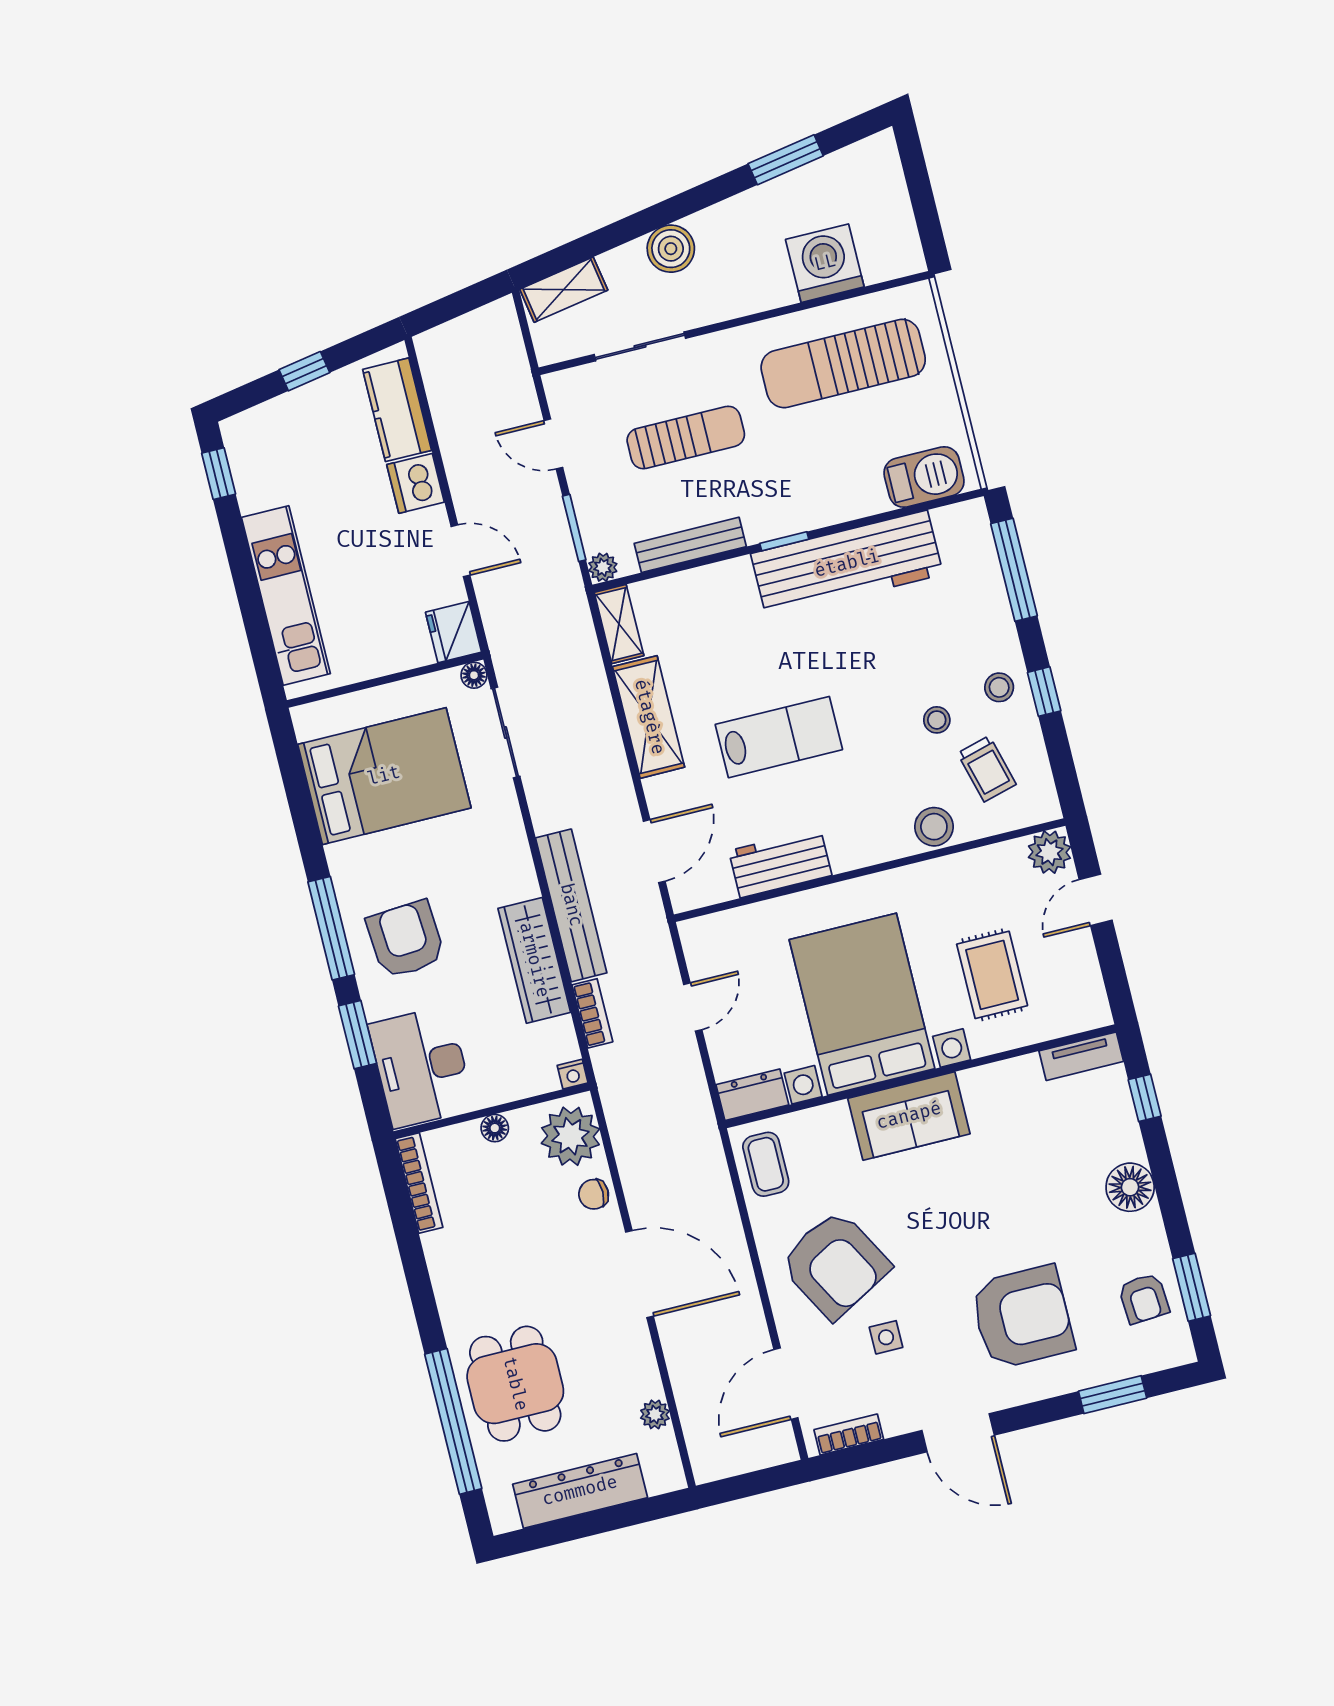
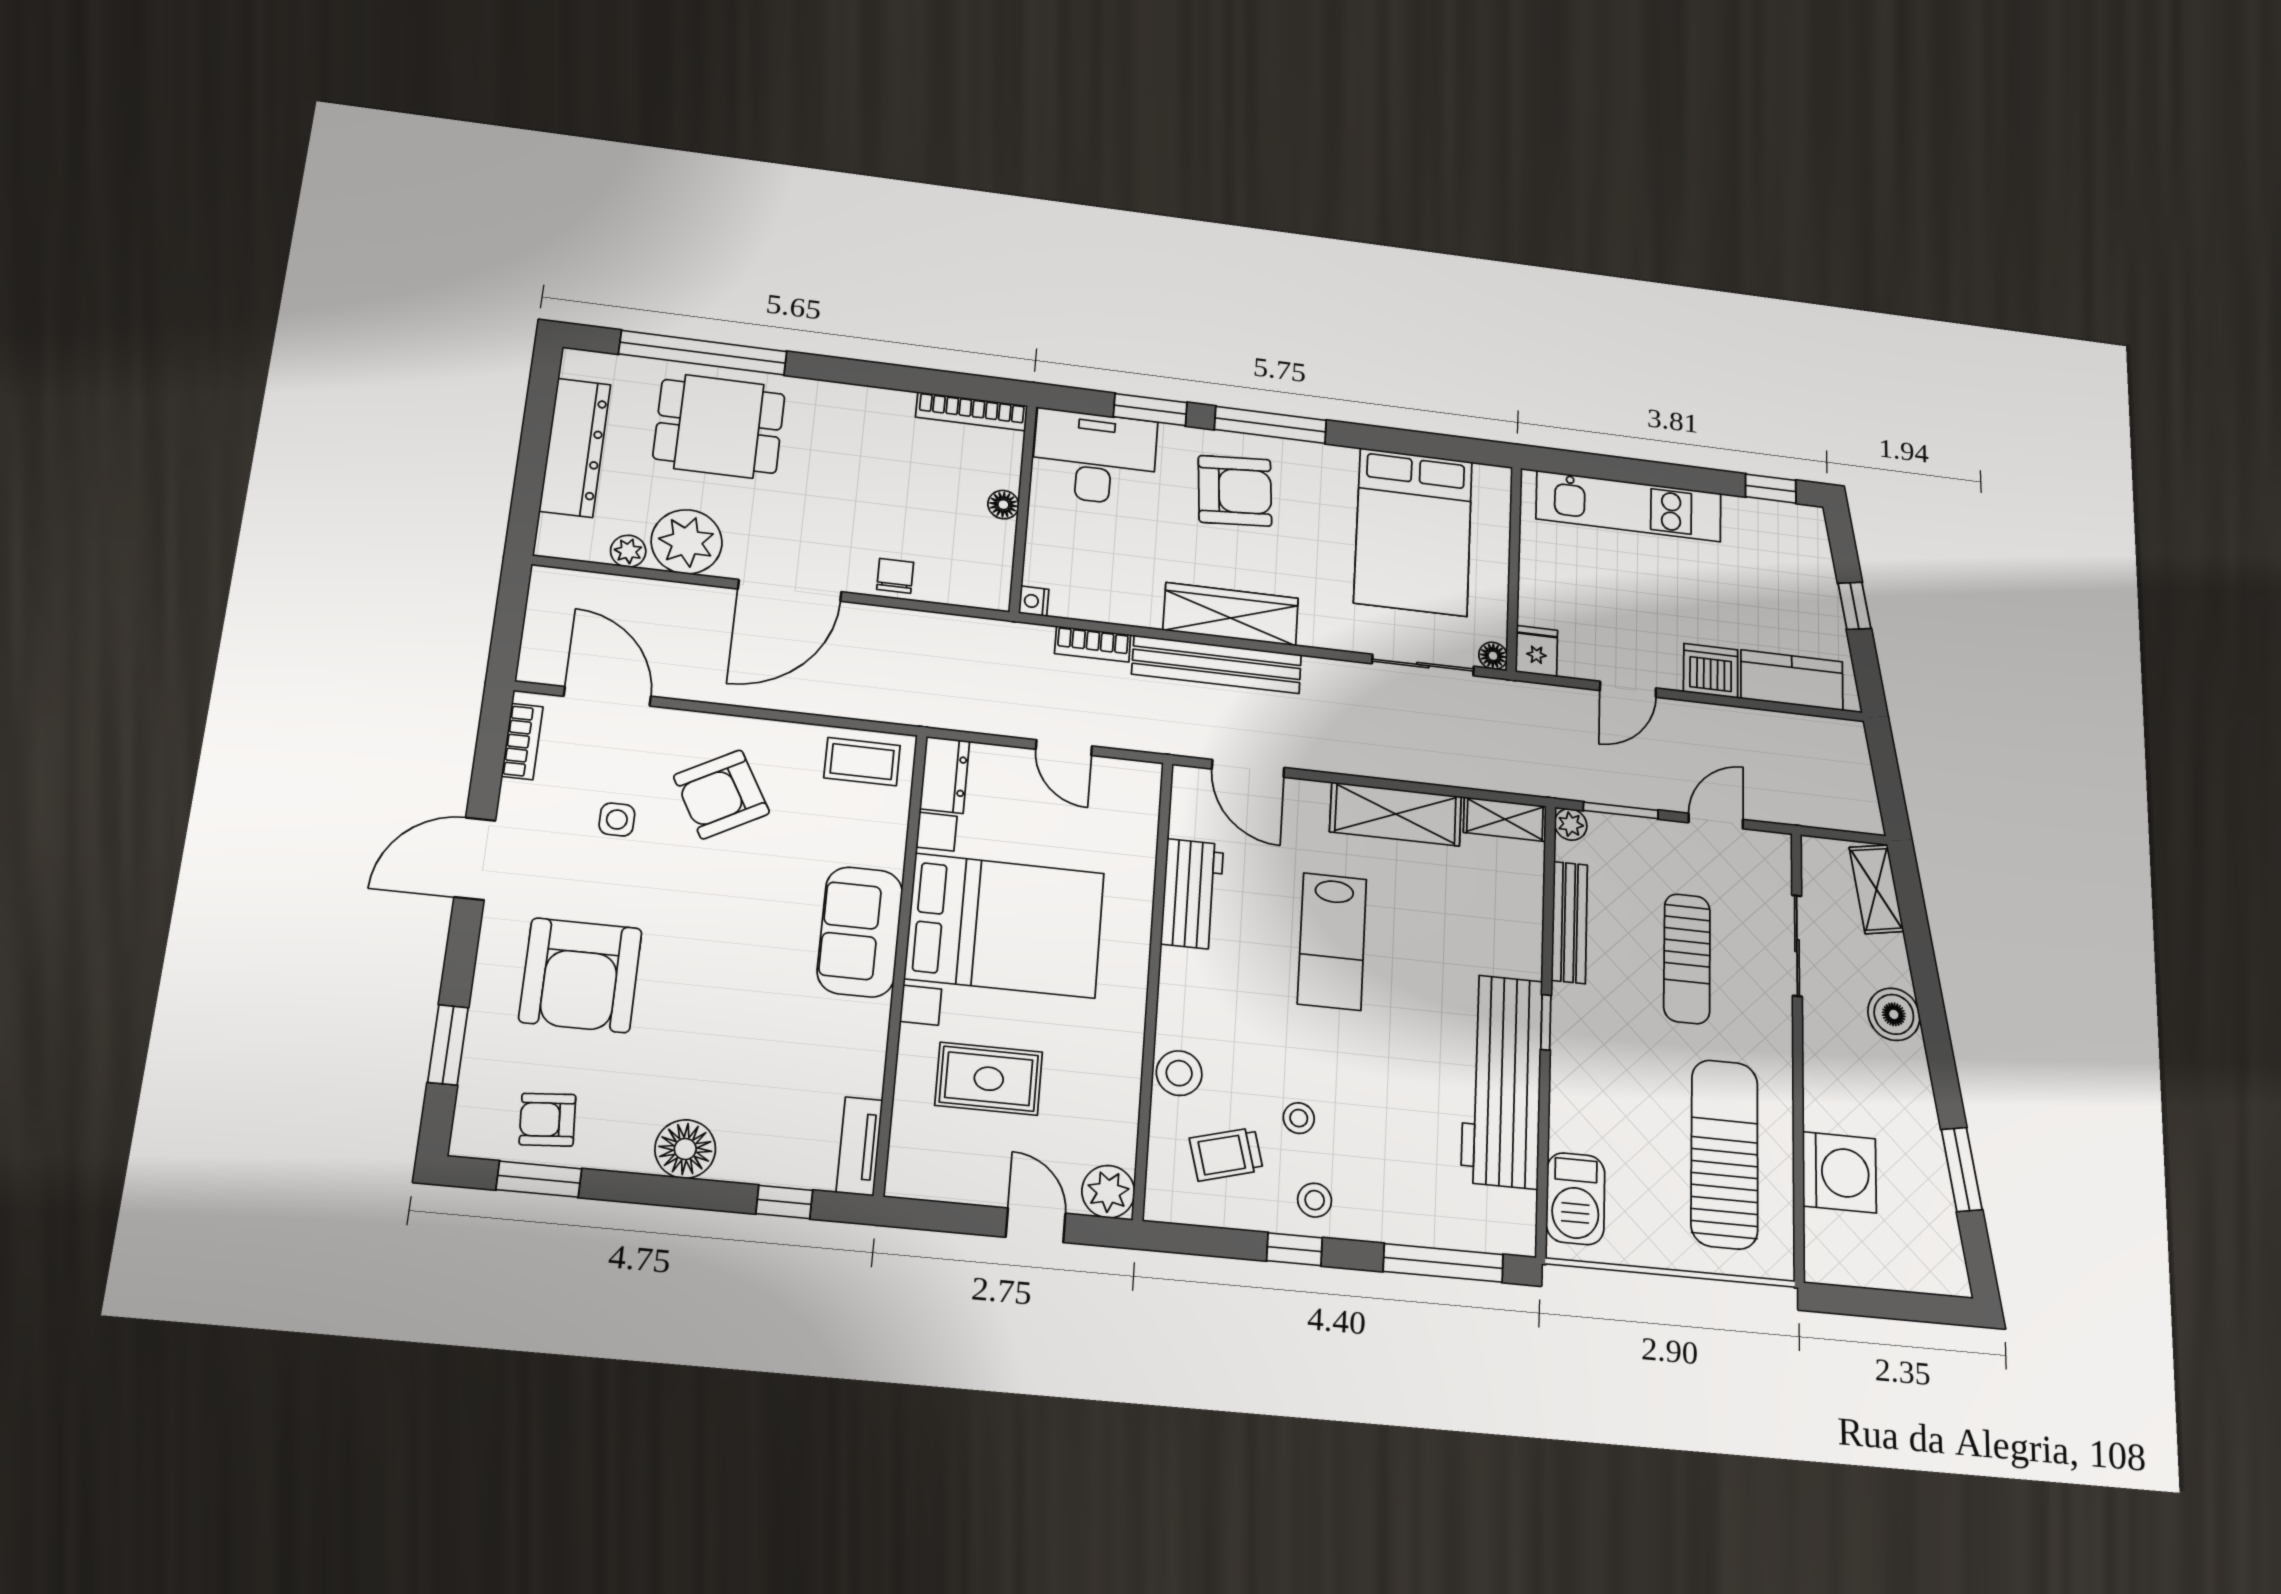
fridge: (453, 632) -> (1537, 651), width x0.72
wardrobe: (534, 960) -> (1231, 614), moved
plant: (570, 1136) -> (687, 542), moved
armchair: (835, 1264) -> (721, 794), width x0.73, depth x0.73

